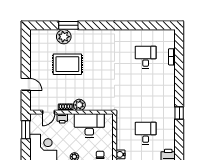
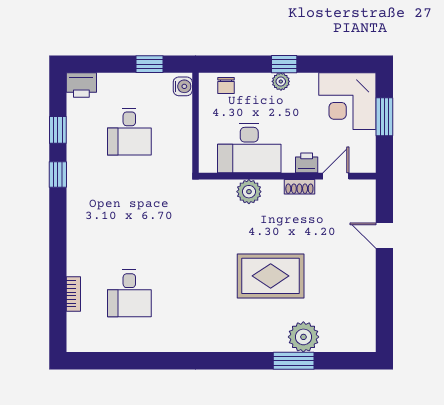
rug: (67, 64) -> (271, 276), moved
plant: (79, 105) -> (249, 192), moved
window: (26, 130) -> (384, 117), moved
window: (179, 134) -> (58, 130), added

